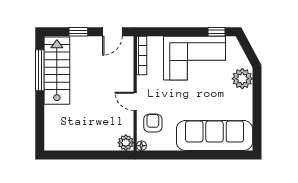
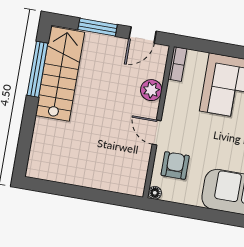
window: (78, 32) -> (98, 27), width x1.50
bookcase: (142, 55) -> (177, 64), width x0.64
plant: (126, 143) -> (151, 90), moved

